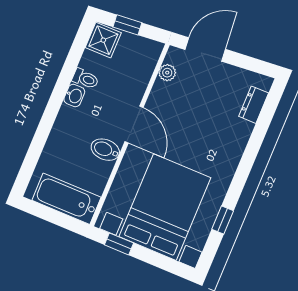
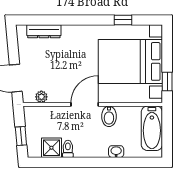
shower: (103, 40) -> (51, 148), moved
washbasin: (74, 95) -> (116, 152), moved
dresser: (254, 105) -> (44, 31), width x1.44

